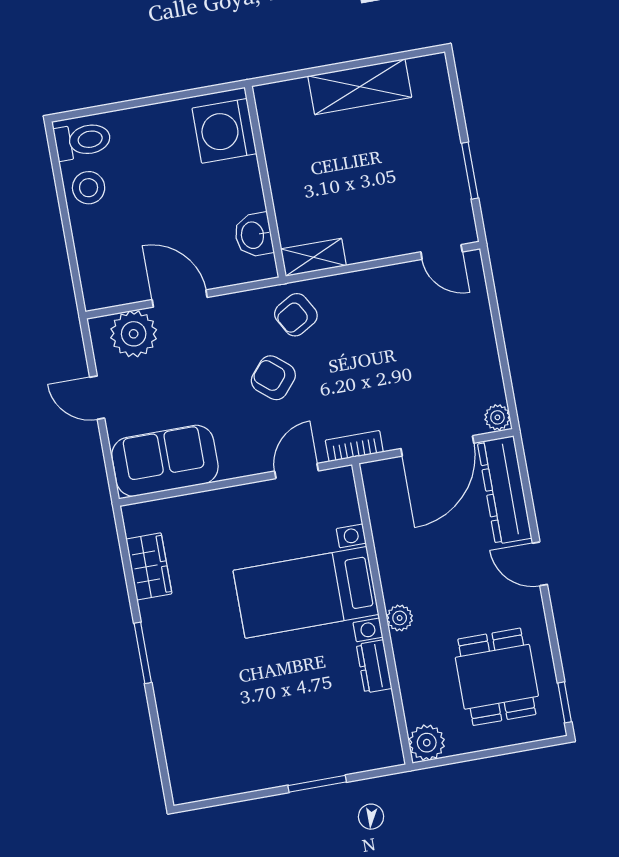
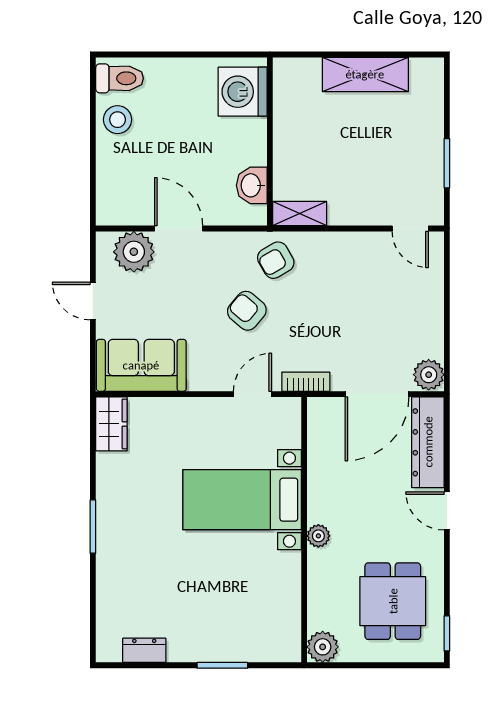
plant: (497, 417) -> (429, 375), width x1.38, depth x1.38
wardrobe: (149, 566) -> (111, 424), moved
dresser: (374, 666) -> (144, 650), moved, turned 90

